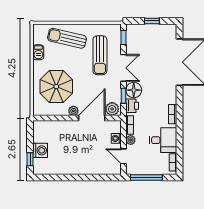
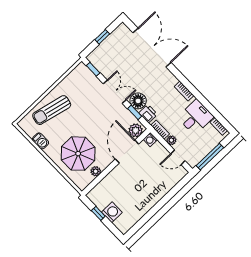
sun lounger: (100, 55) -> (88, 99), removed
plant: (73, 111) -> (96, 171), moved
washing machine: (116, 138) -> (150, 140), moved
window: (30, 159) -> (98, 213), moved

